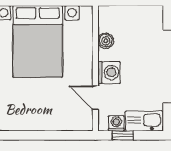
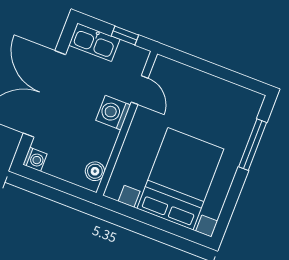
boiler: (106, 41) -> (95, 171), moved
washing machine: (116, 123) -> (35, 159), moved, turned -90

